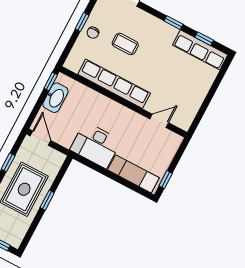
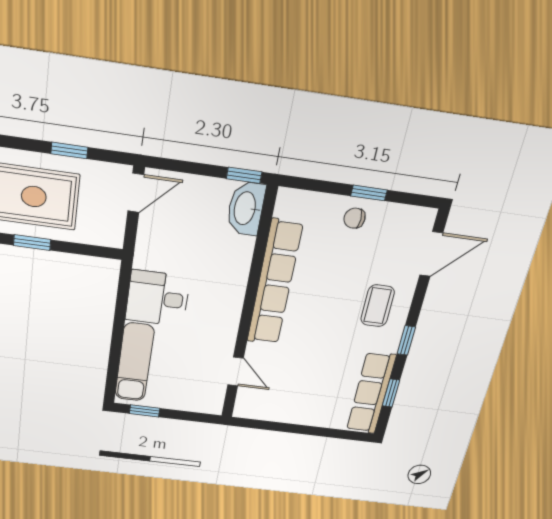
coffee table: (125, 44) -> (378, 306), moved
washbasin: (55, 98) -> (246, 208), moved, turned 90
desk: (96, 145) -> (158, 298), width x0.73

